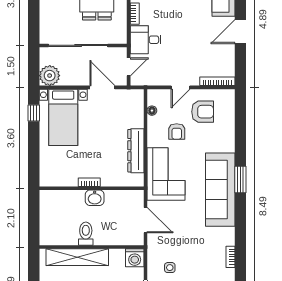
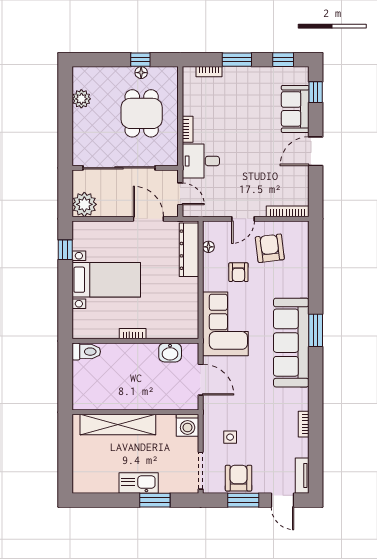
door: (129, 67) -> (180, 194), hinge flipped
armchair: (203, 112) -> (270, 248), turned -97
bed with nightstands: (63, 117) -> (106, 280), moved, turned -90
dresser: (136, 151) -> (189, 250), moved
washbasin: (95, 198) -> (170, 353), moved
toilet: (86, 234) -> (86, 352), moved, turned 90

